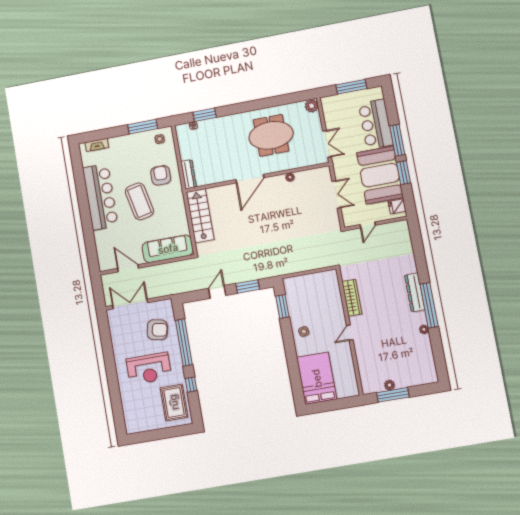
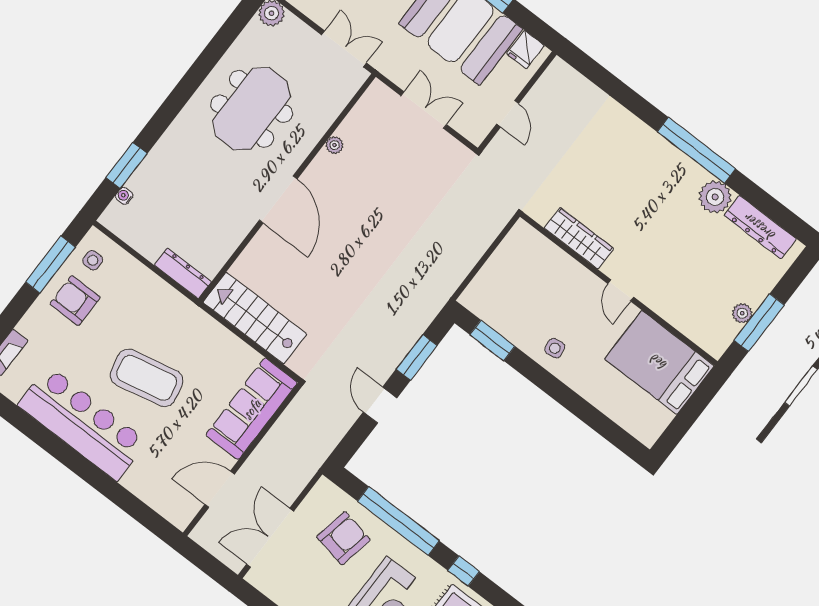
armchair: (161, 175) -> (75, 301), moved
dresser: (415, 292) -> (760, 227), moved
plant: (424, 329) -> (715, 197), width x1.87, depth x1.87
bed: (317, 378) -> (659, 362), moved

